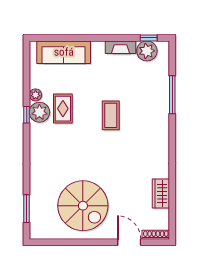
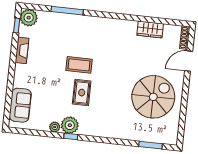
plant: (147, 51) -> (29, 18), moved
sofa: (64, 52) -> (20, 105), width x0.73
rug: (63, 109) -> (82, 93), moved, turned 90

